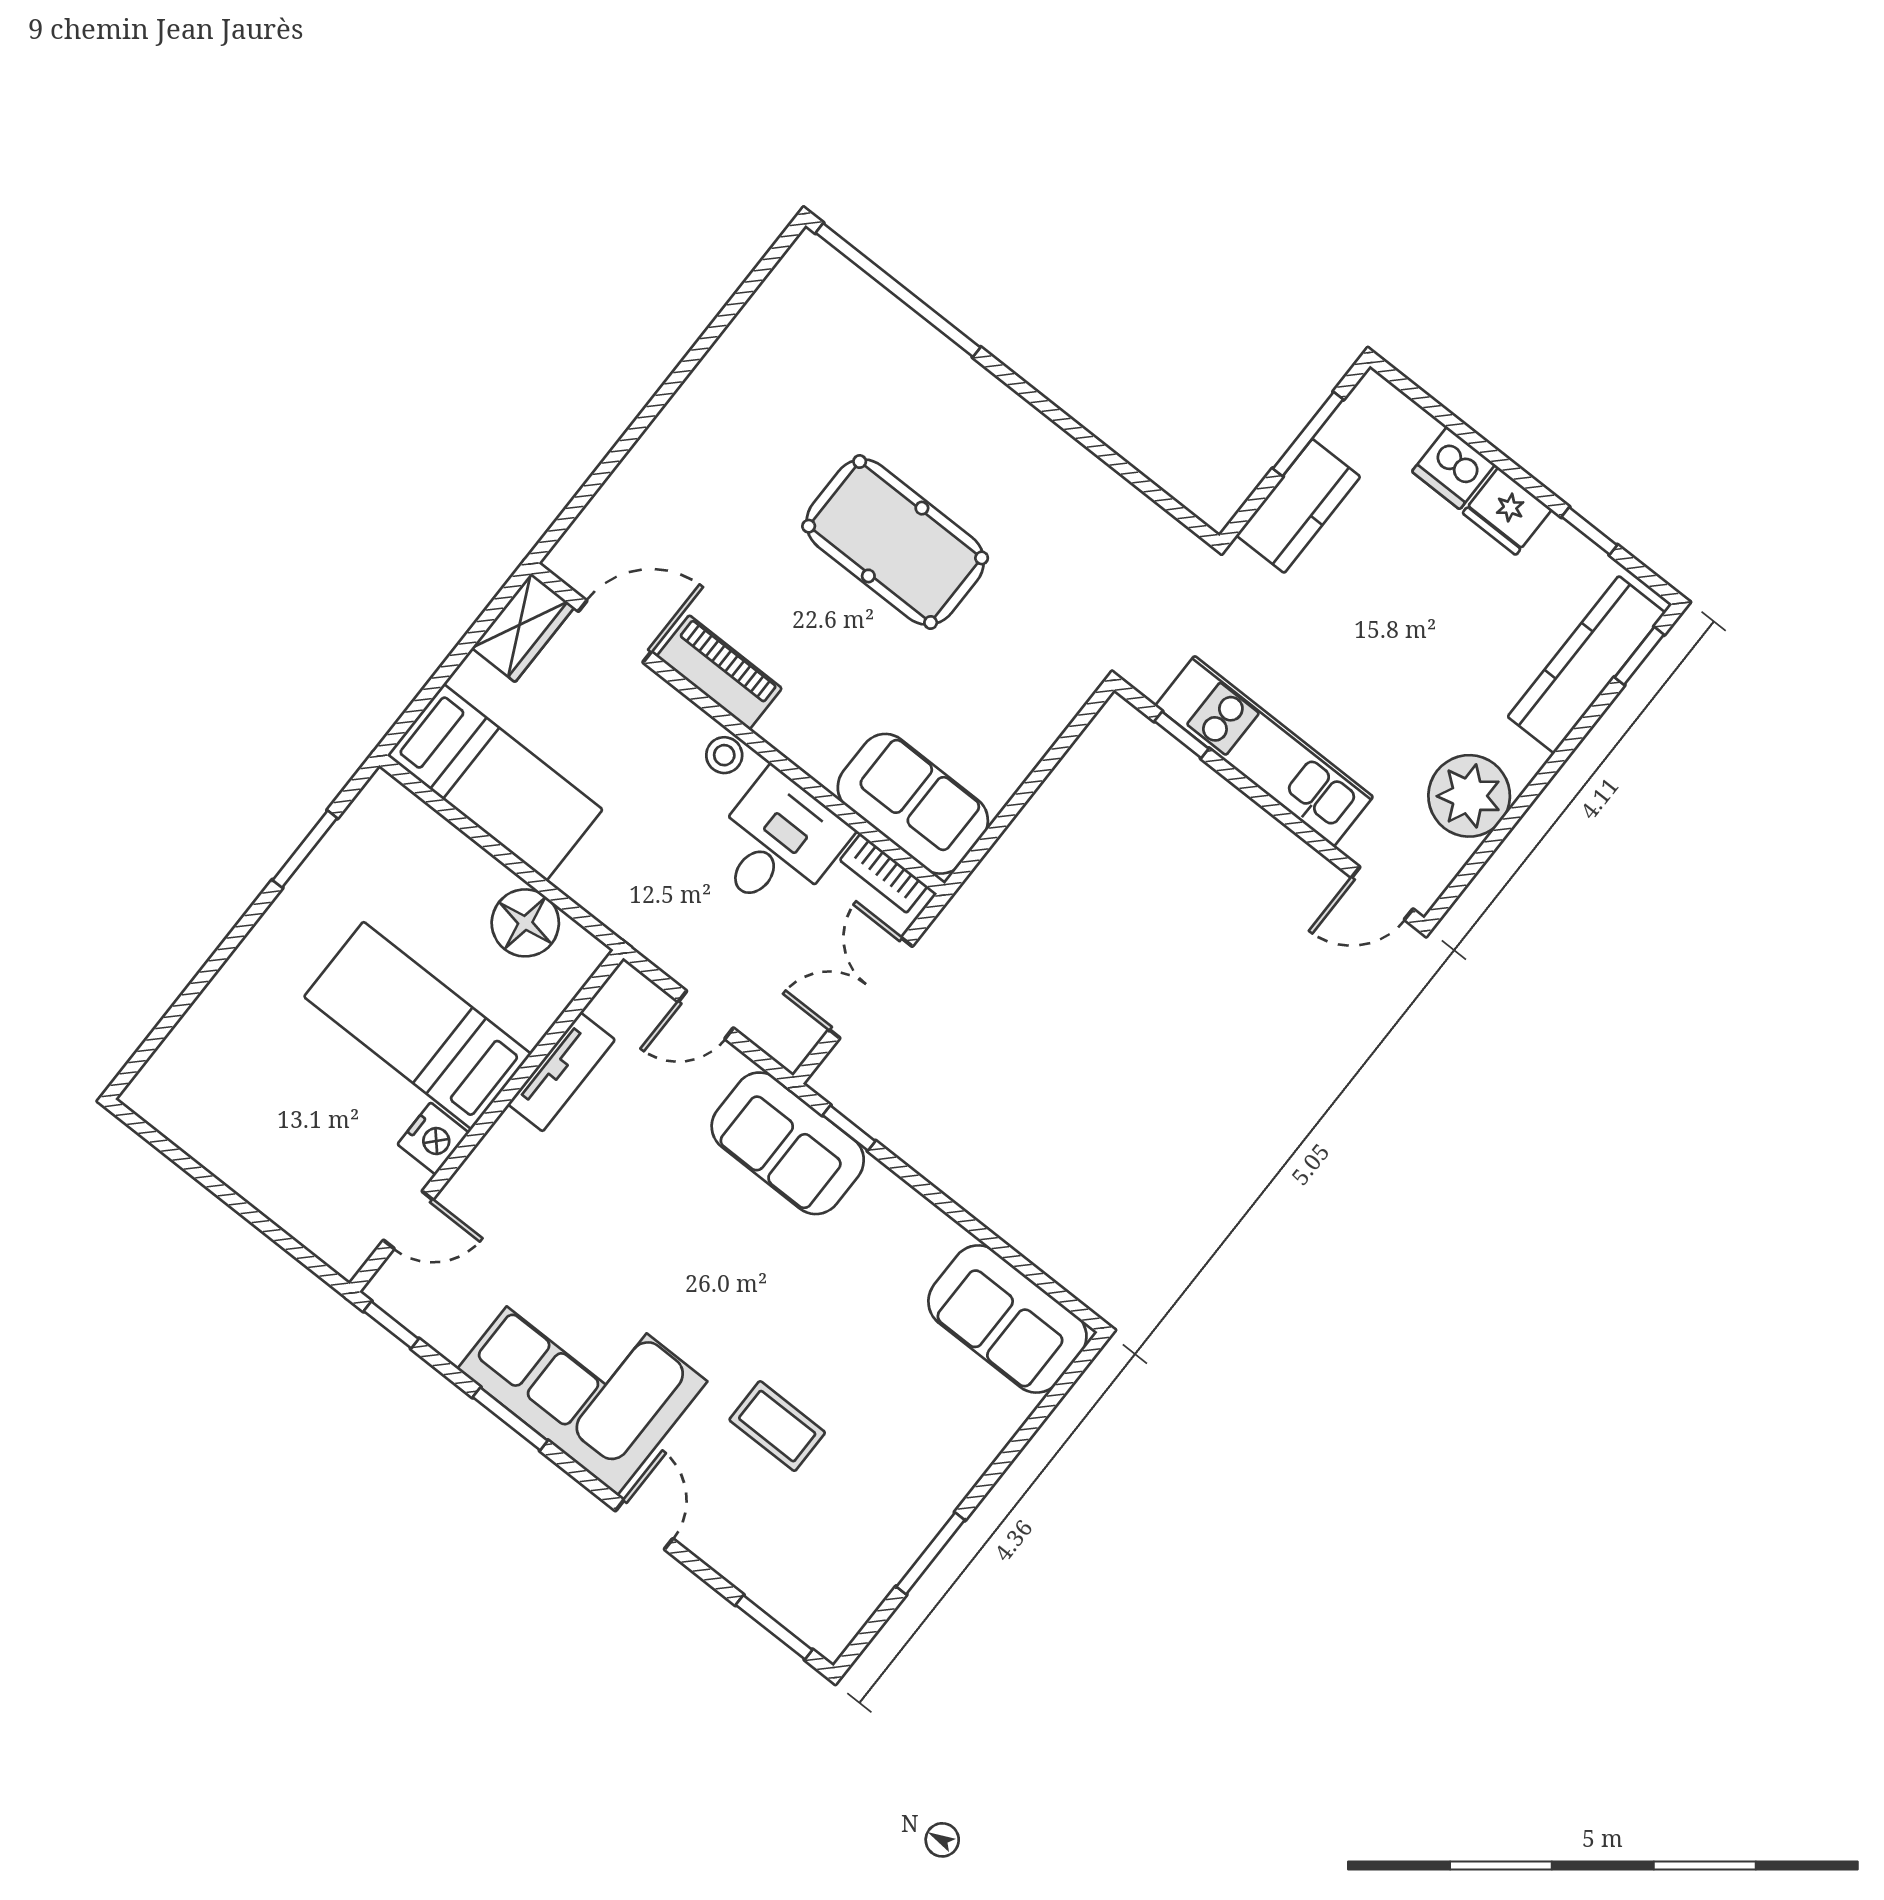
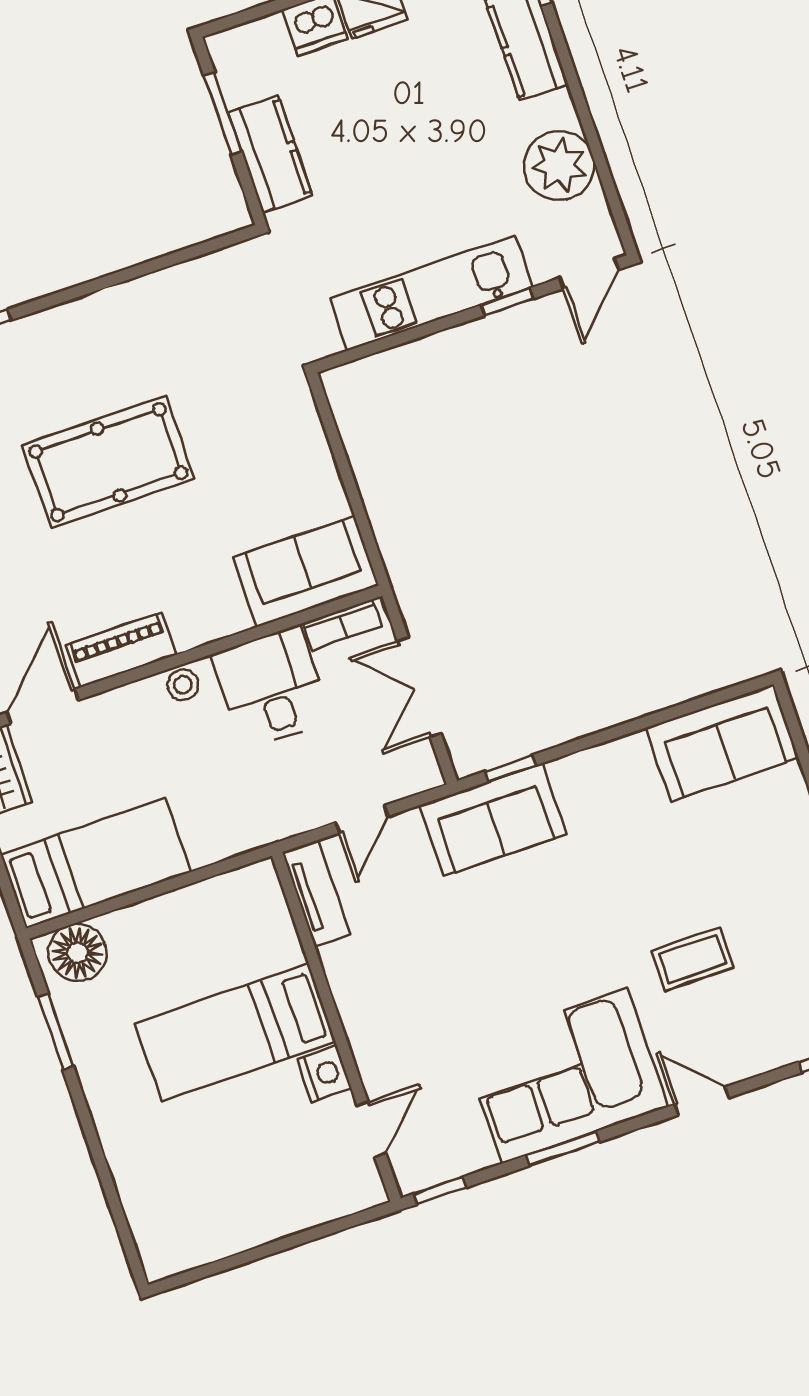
window: (1182, 735) -> (507, 302), moved
floor lamp: (525, 923) -> (77, 953), moved
tv unit: (561, 1072) -> (317, 893), moved

